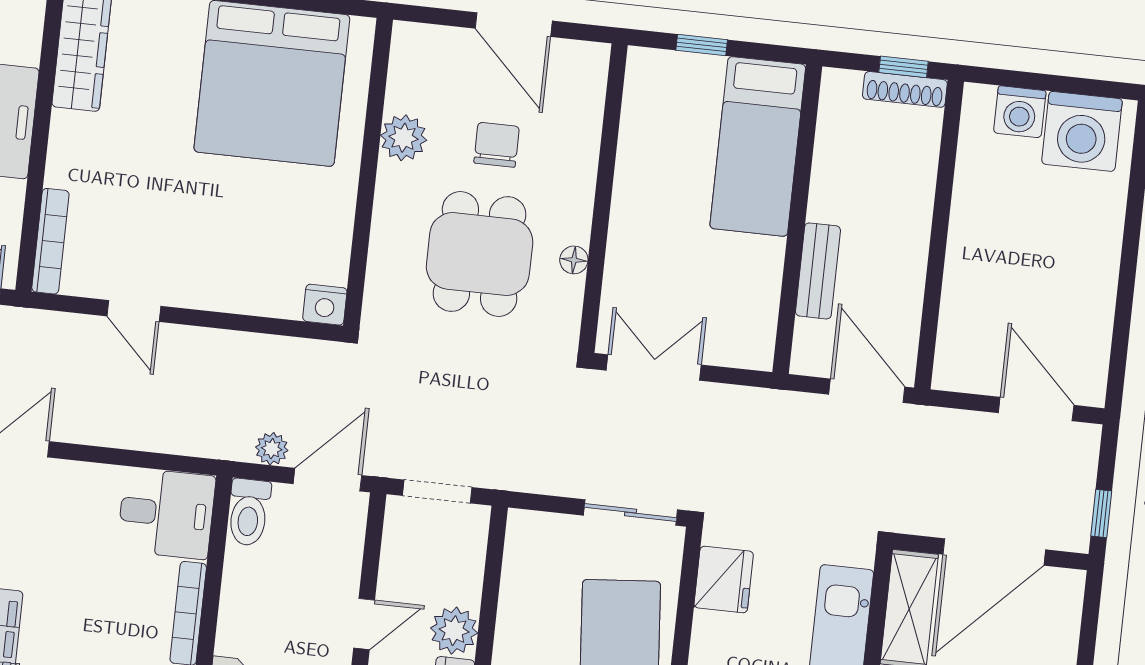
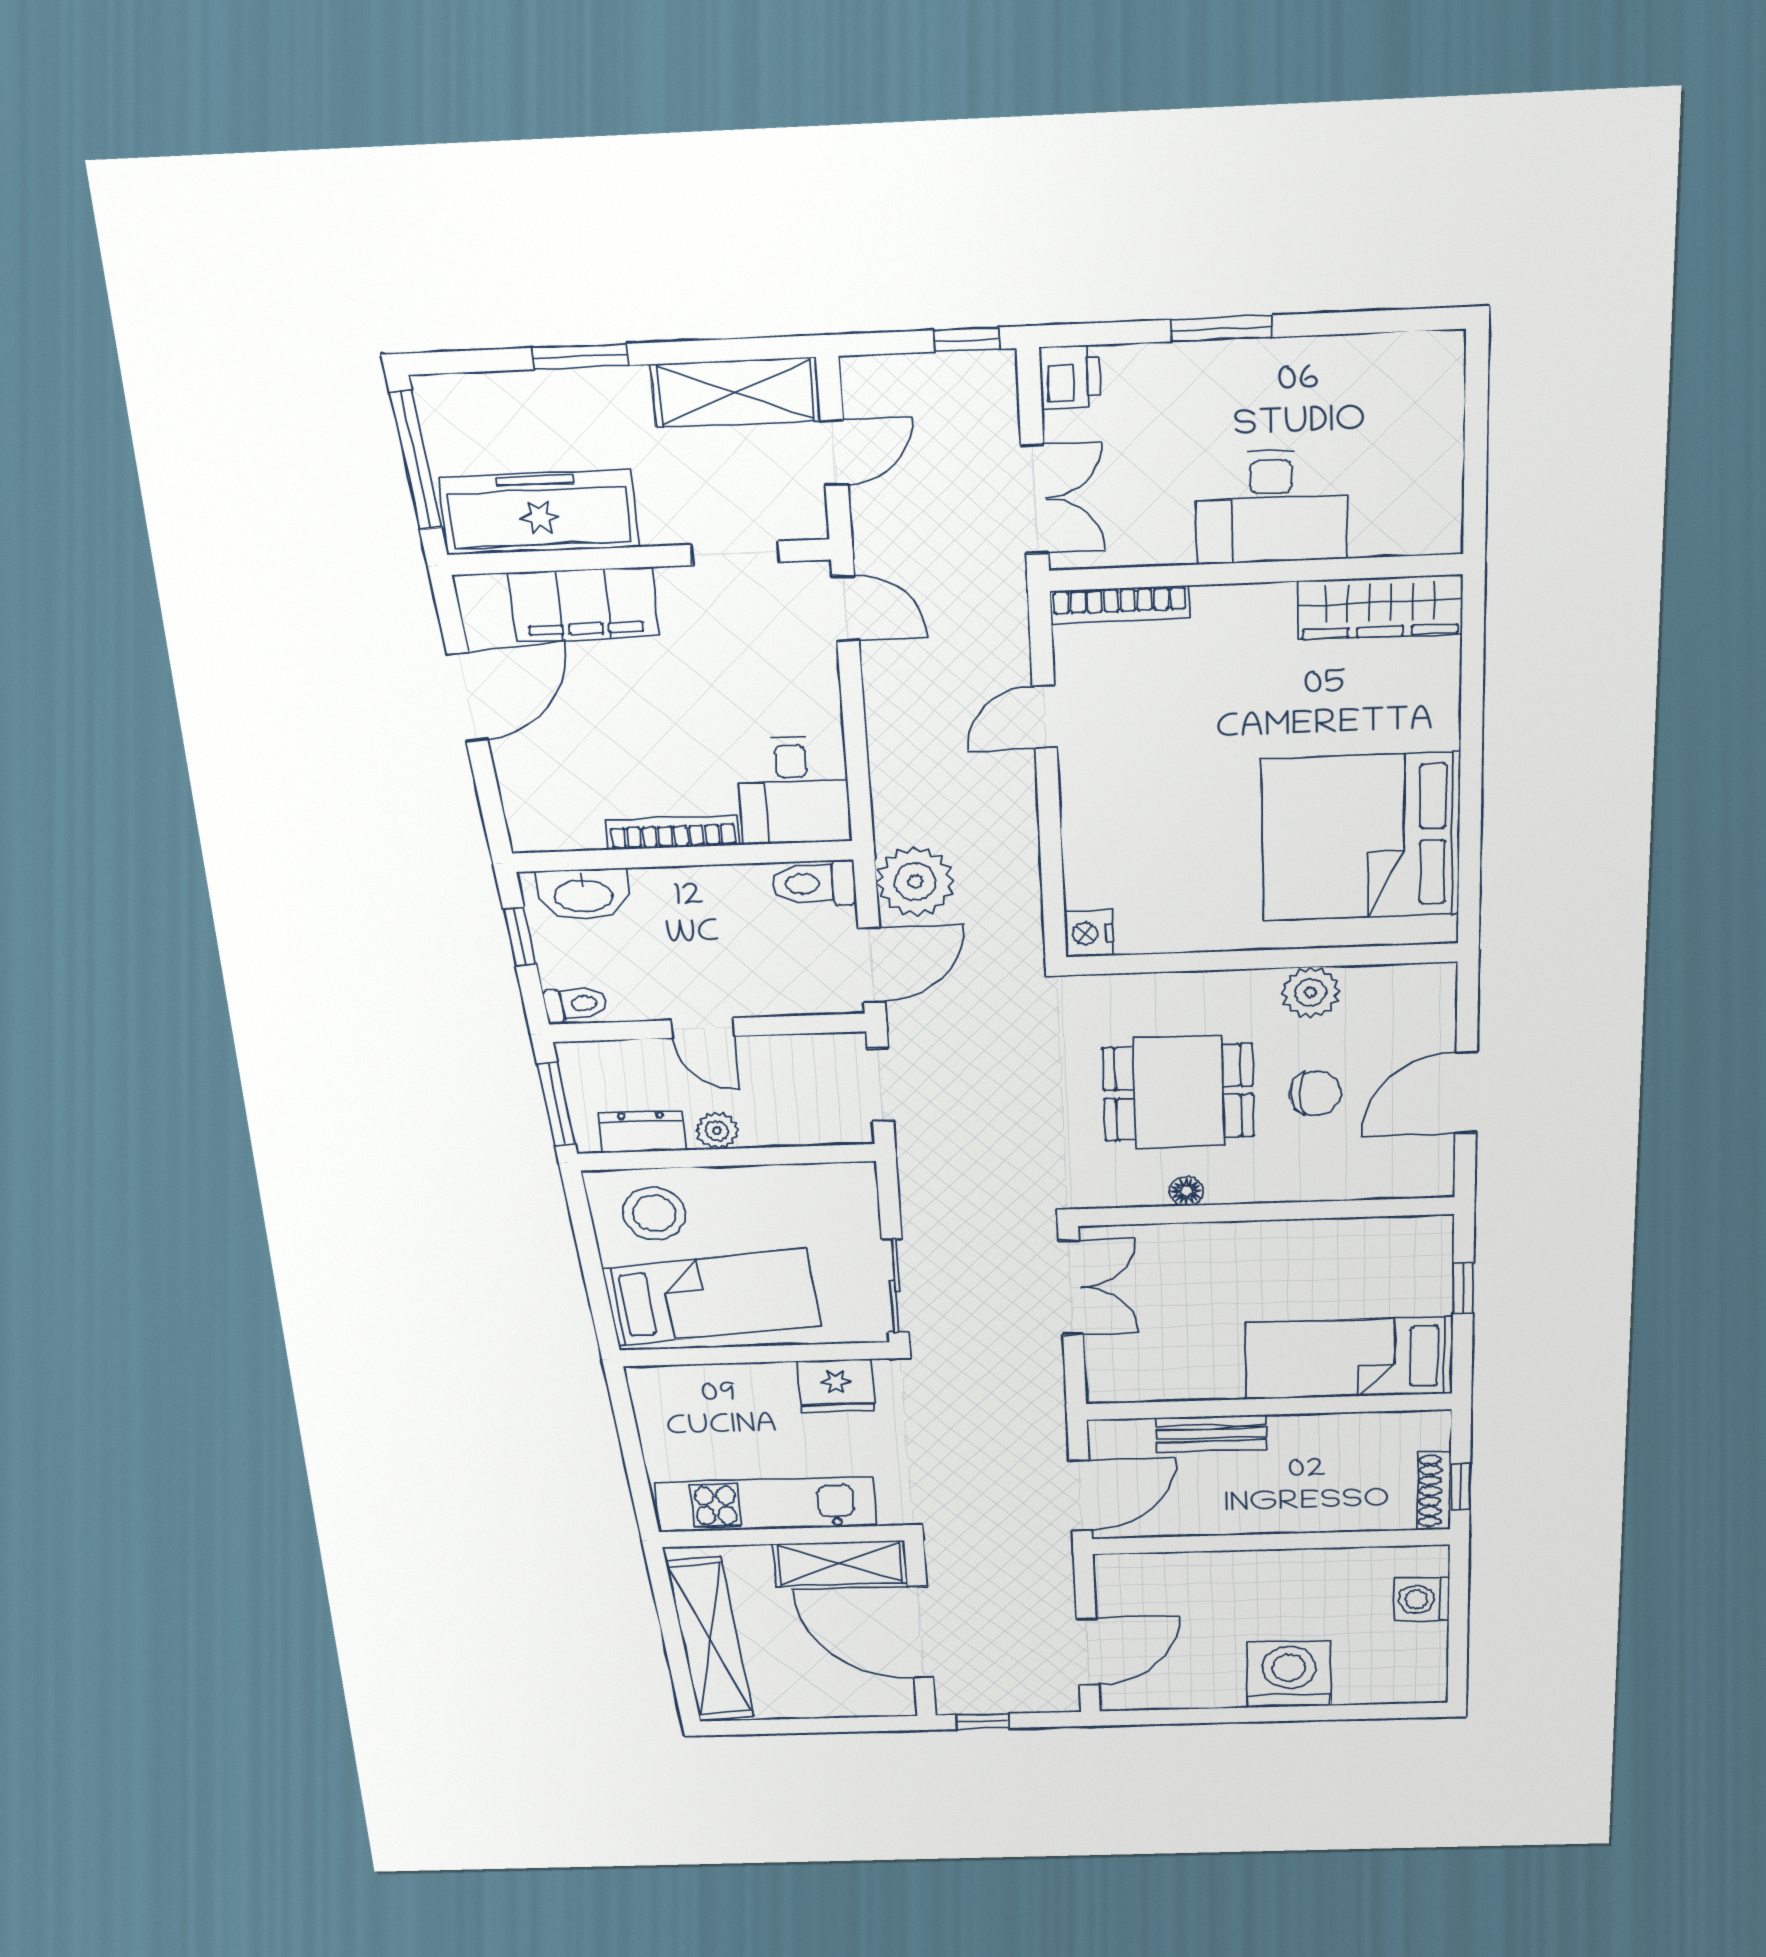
washing machine: (1082, 131) -> (1289, 1674), moved, turned 90
plant: (272, 449) -> (915, 882), width x1.87, depth x1.87
door: (327, 480) -> (872, 965), hinge flipped
plant: (454, 631) -> (717, 1131), width x0.73, depth x0.73

